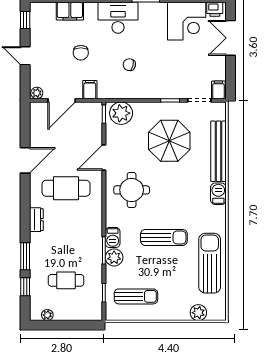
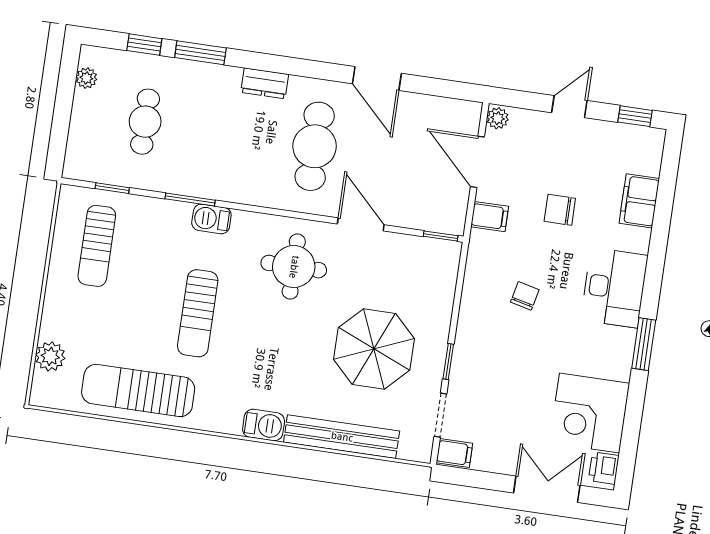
plant: (121, 113) -> (438, 268), removed
plant: (114, 257) -> (174, 216), removed
sun lounger: (210, 263) -> (138, 390), turned 180

